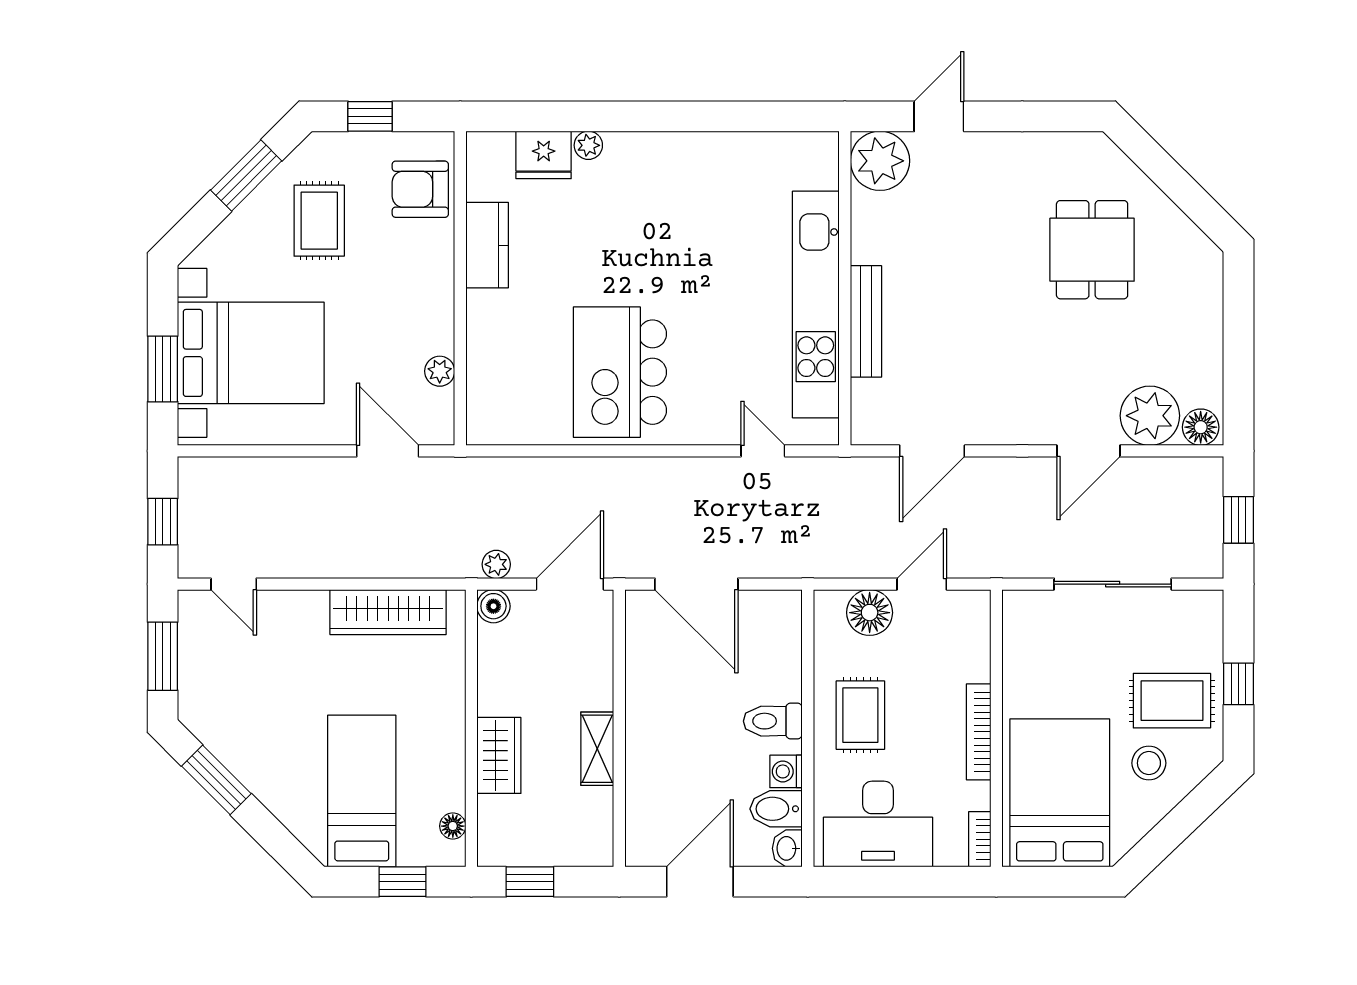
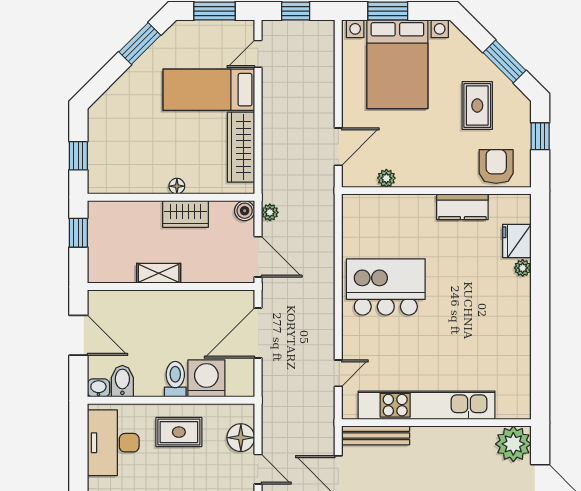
rug: (319, 221) -> (477, 106), turned 90
bench: (866, 321) -> (376, 435), moved
wardrobe: (499, 755) -> (186, 214), moved
washing machine: (786, 771) -> (206, 378), moved, width x1.89, depth x1.89
bed: (362, 791) -> (209, 90), moved, turned 180
floor lamp: (453, 826) -> (177, 186), moved

